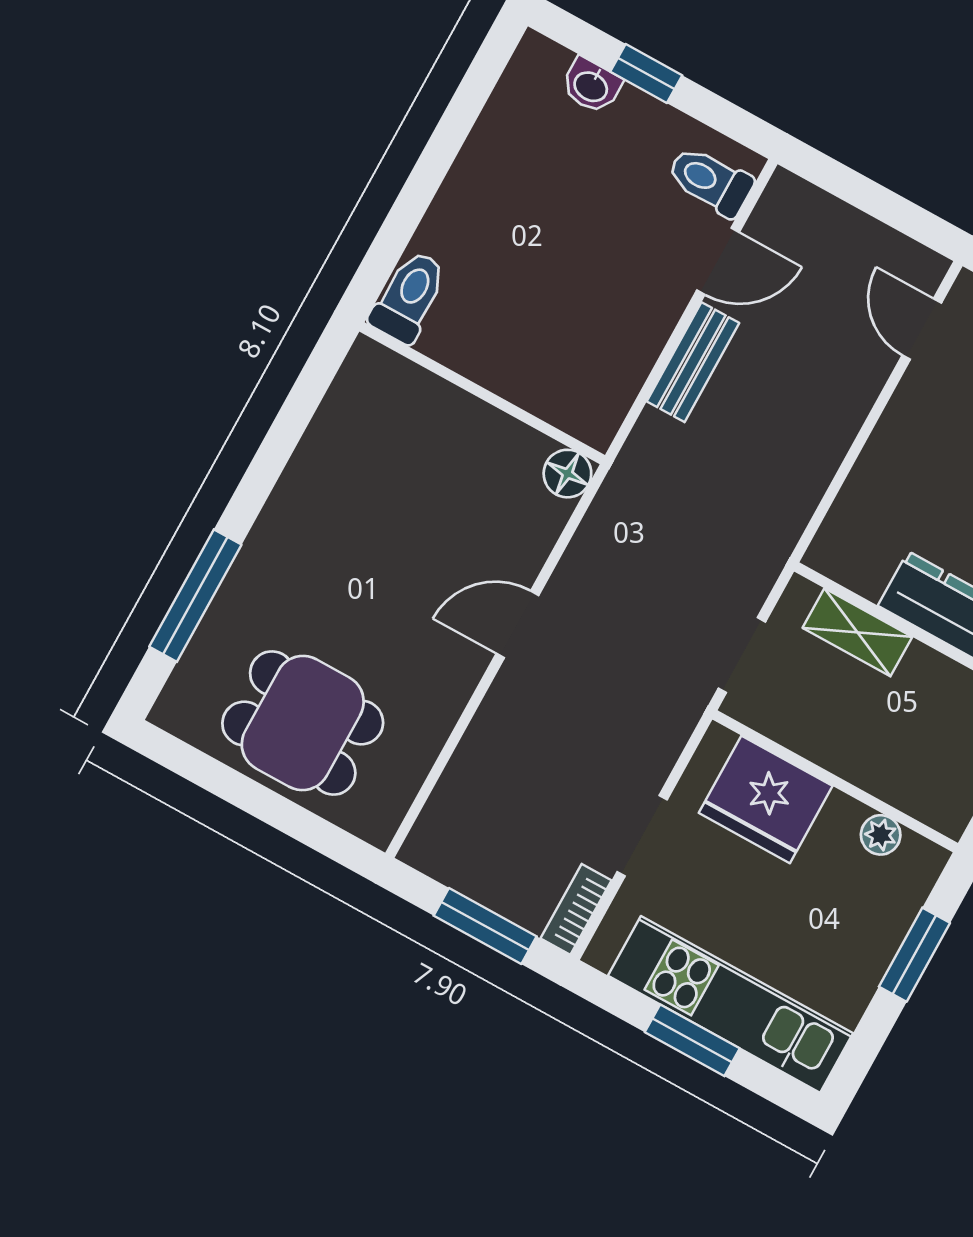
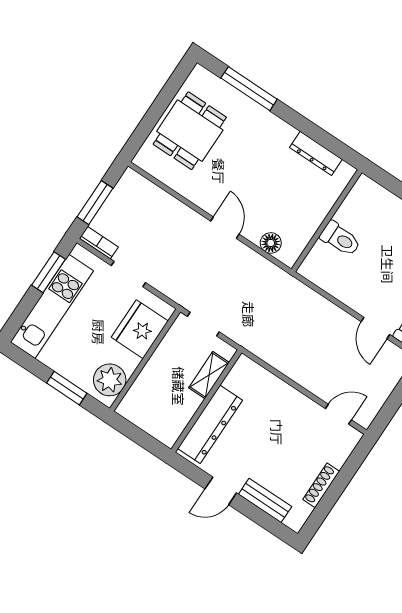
toilet: (409, 297) -> (340, 239), moved
bench: (693, 362) -> (332, 314), removed
dresser: (330, 431) -> (316, 153), added
floor lamp: (567, 474) -> (271, 243), moved
plant: (881, 835) -> (110, 380), width x1.88, depth x1.88
window: (692, 1040) -> (49, 272), moved

